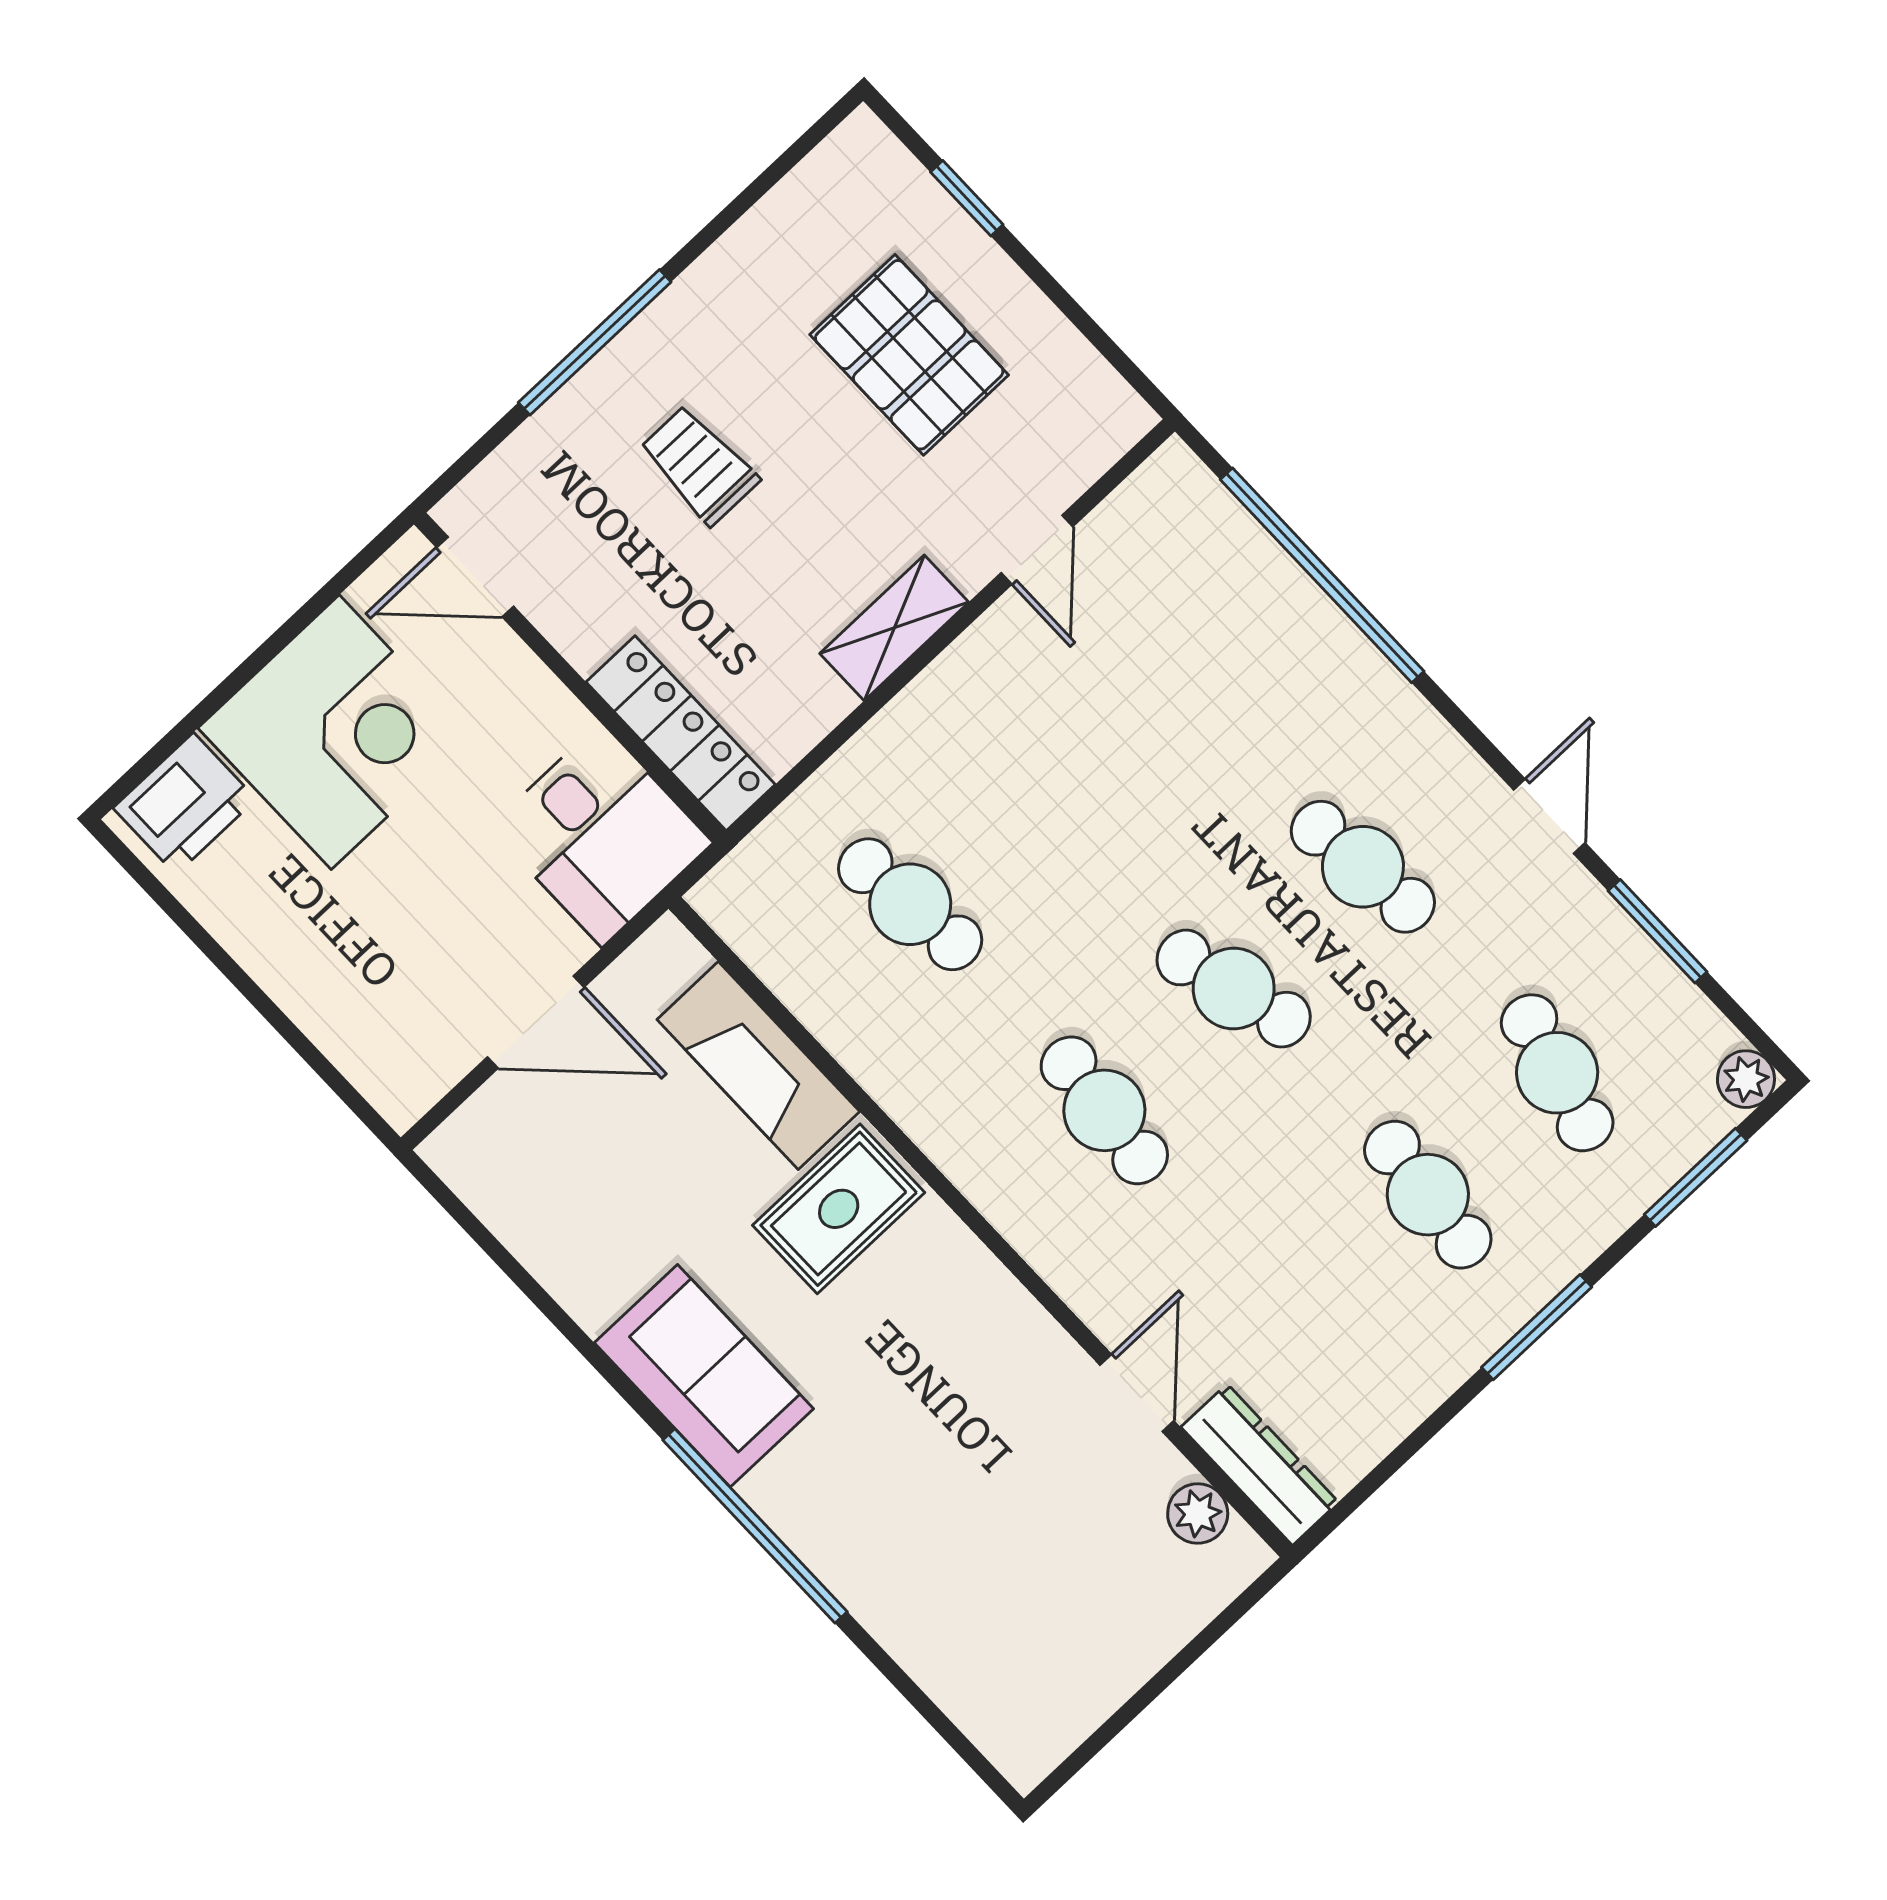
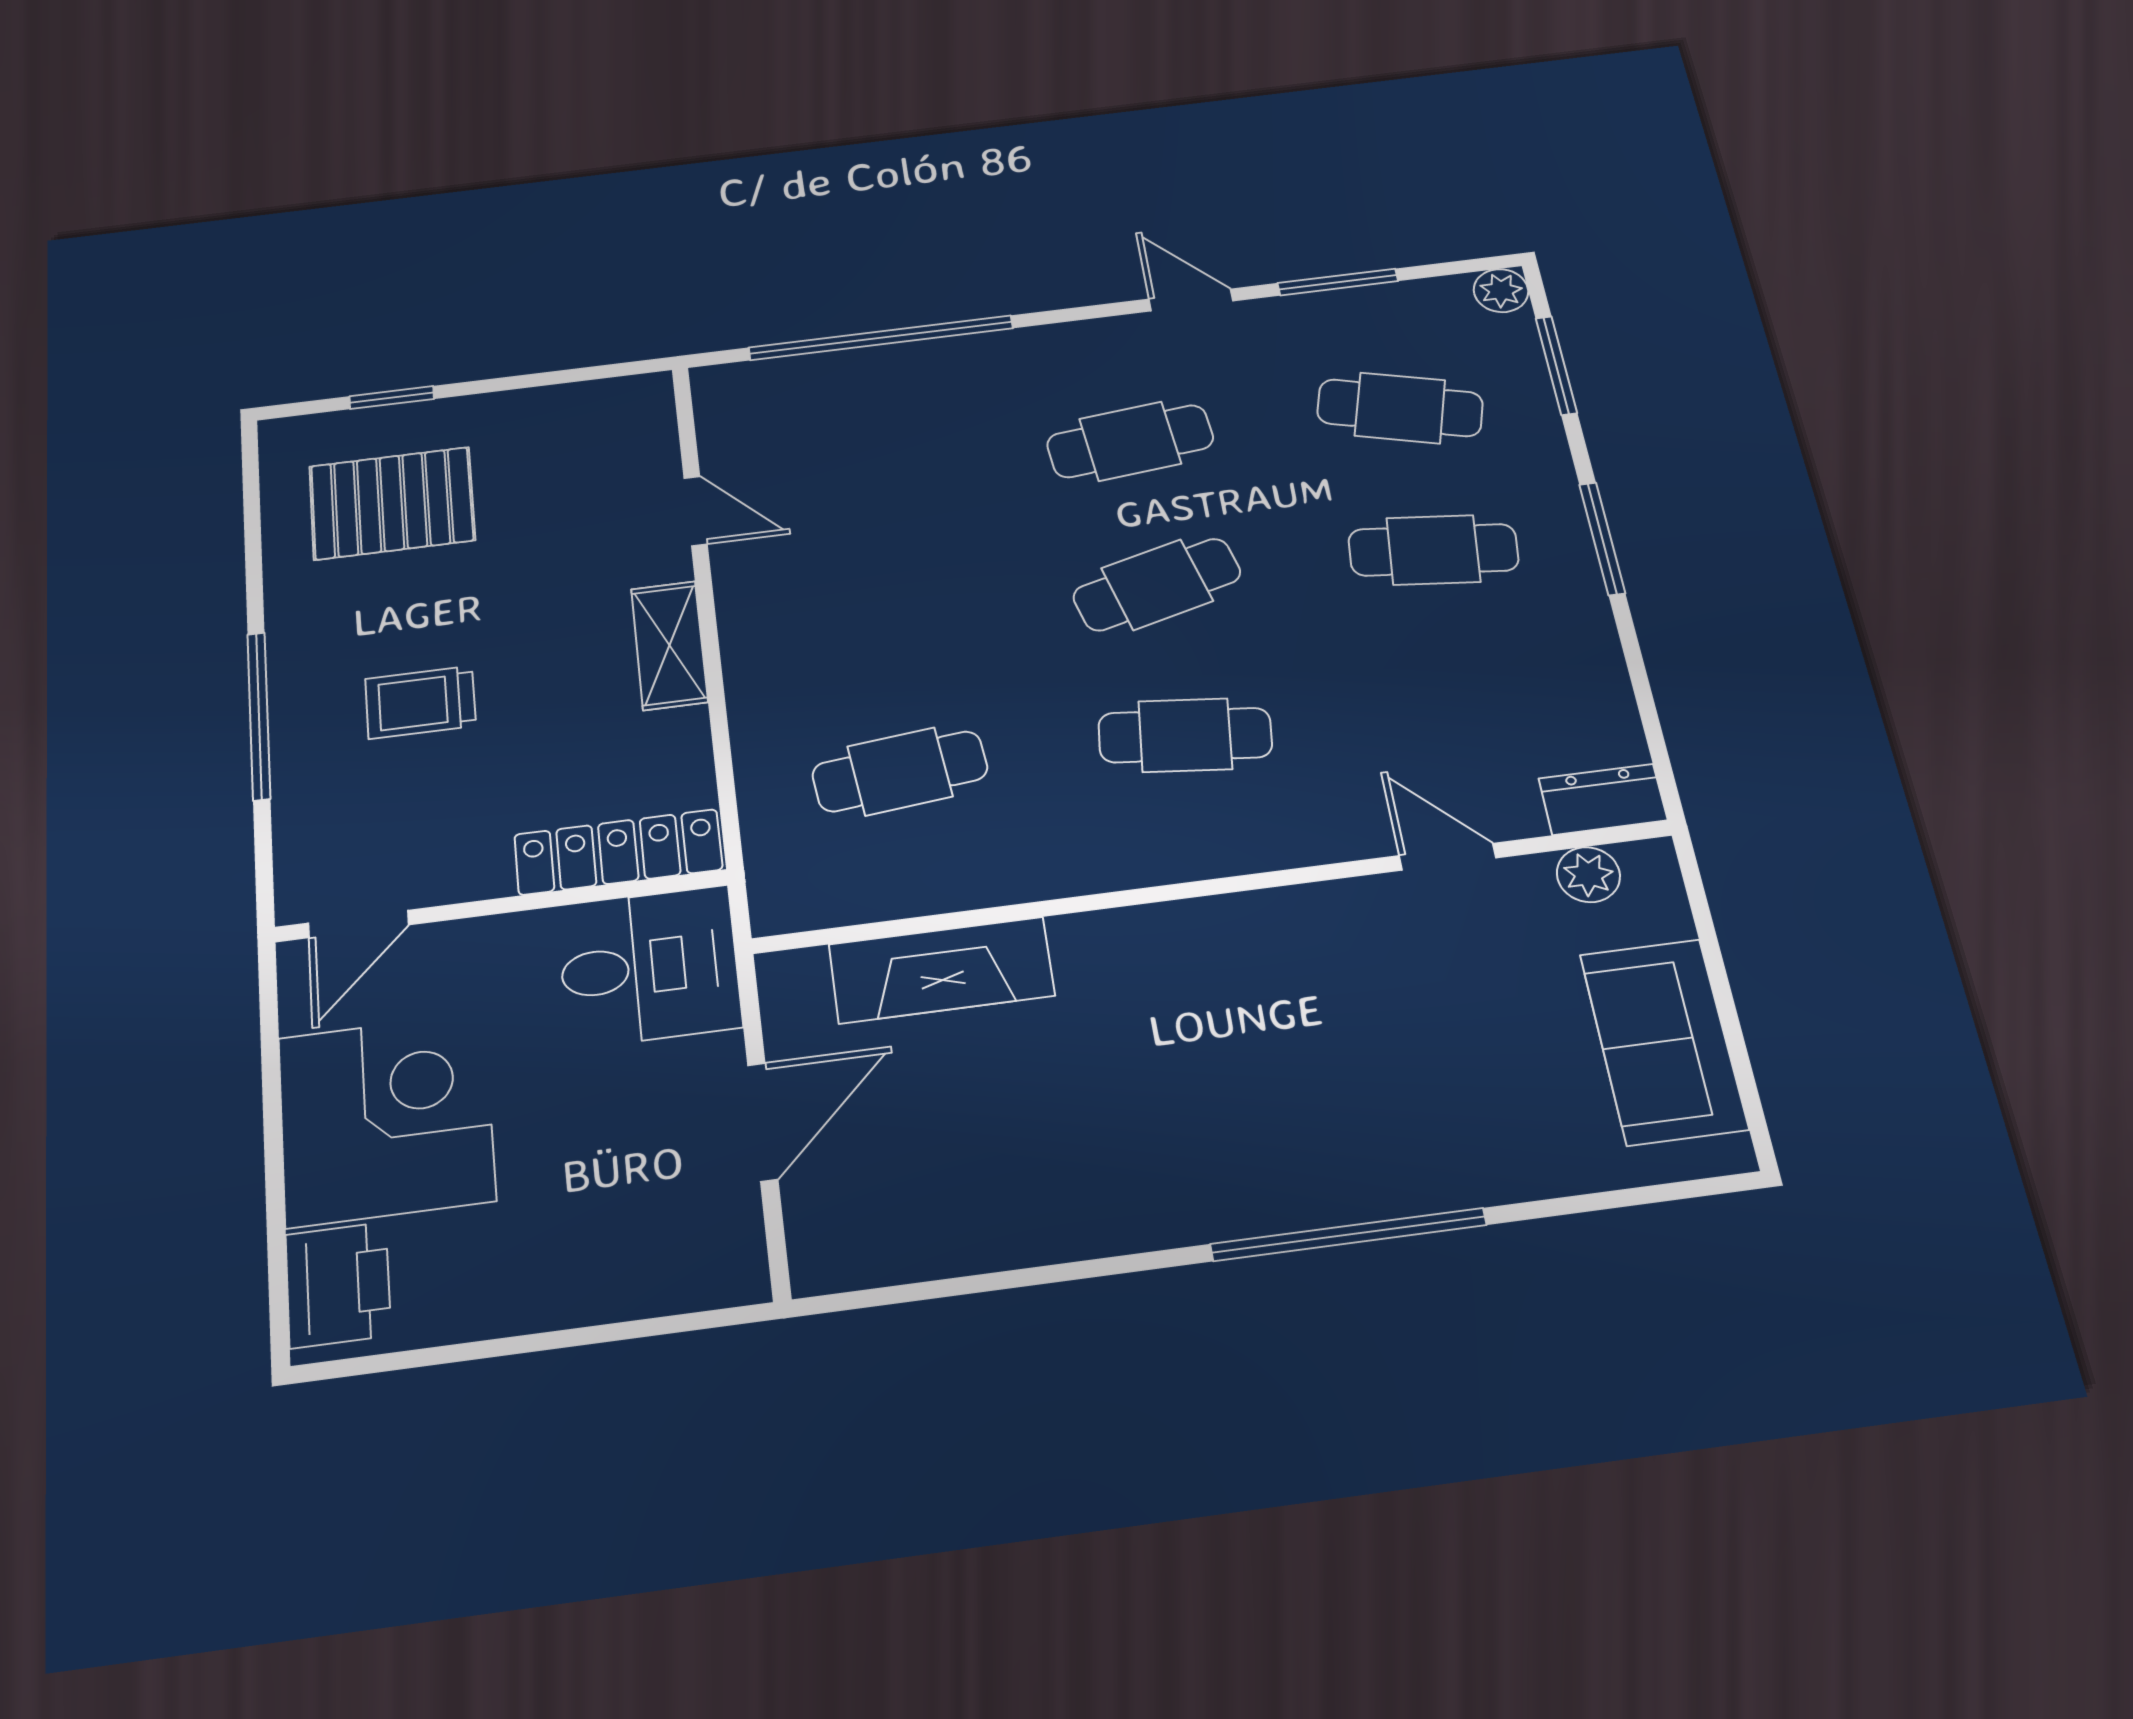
pallet: (909, 355) -> (392, 503), moved
rug: (839, 1209) -> (1114, 986), removed
sofa: (704, 1376) -> (1664, 1041), moved, turned -90
dresser: (1260, 1465) -> (1603, 799), width x0.70

